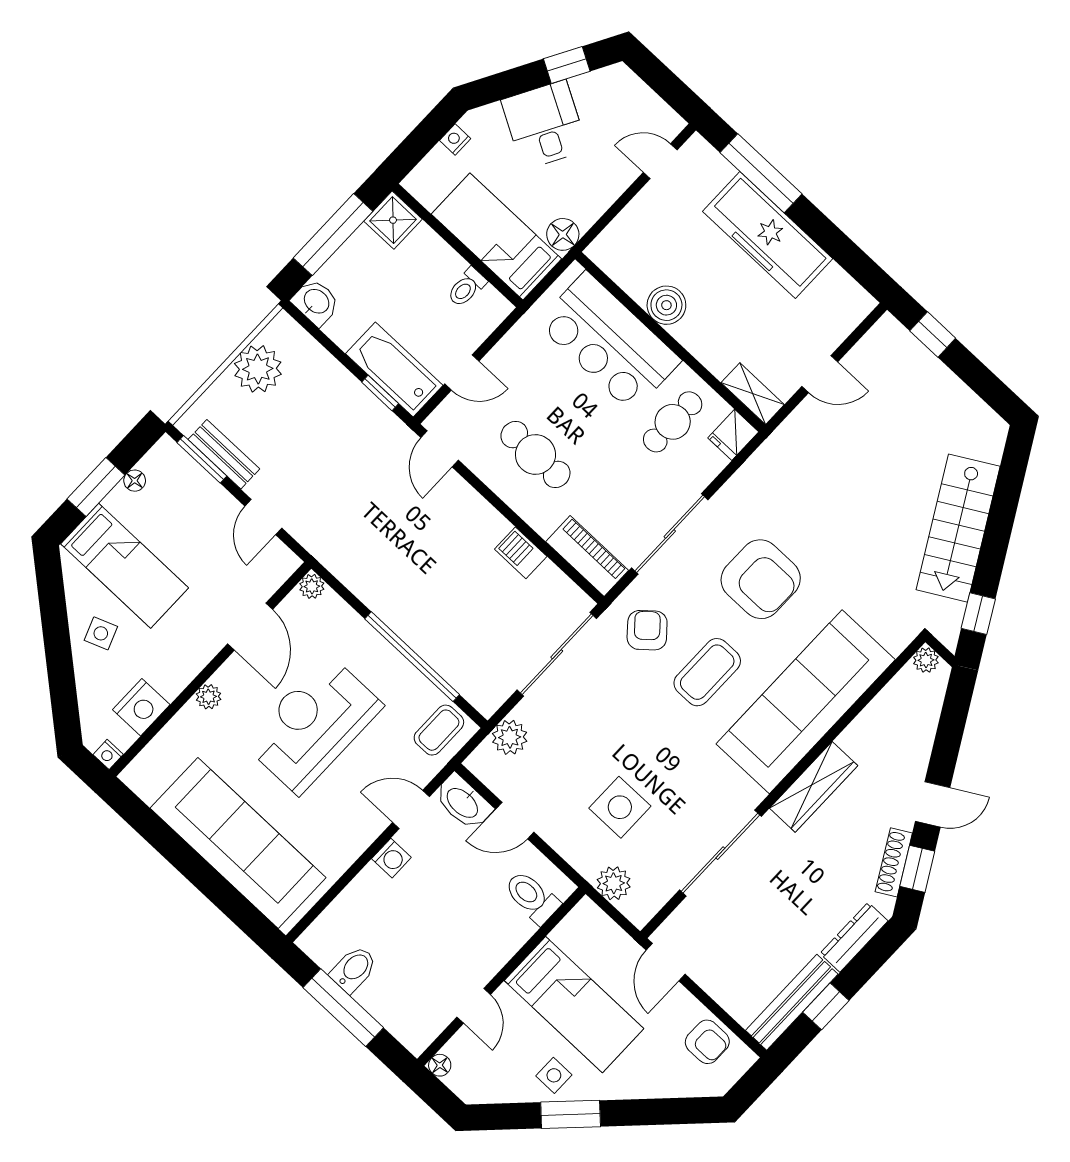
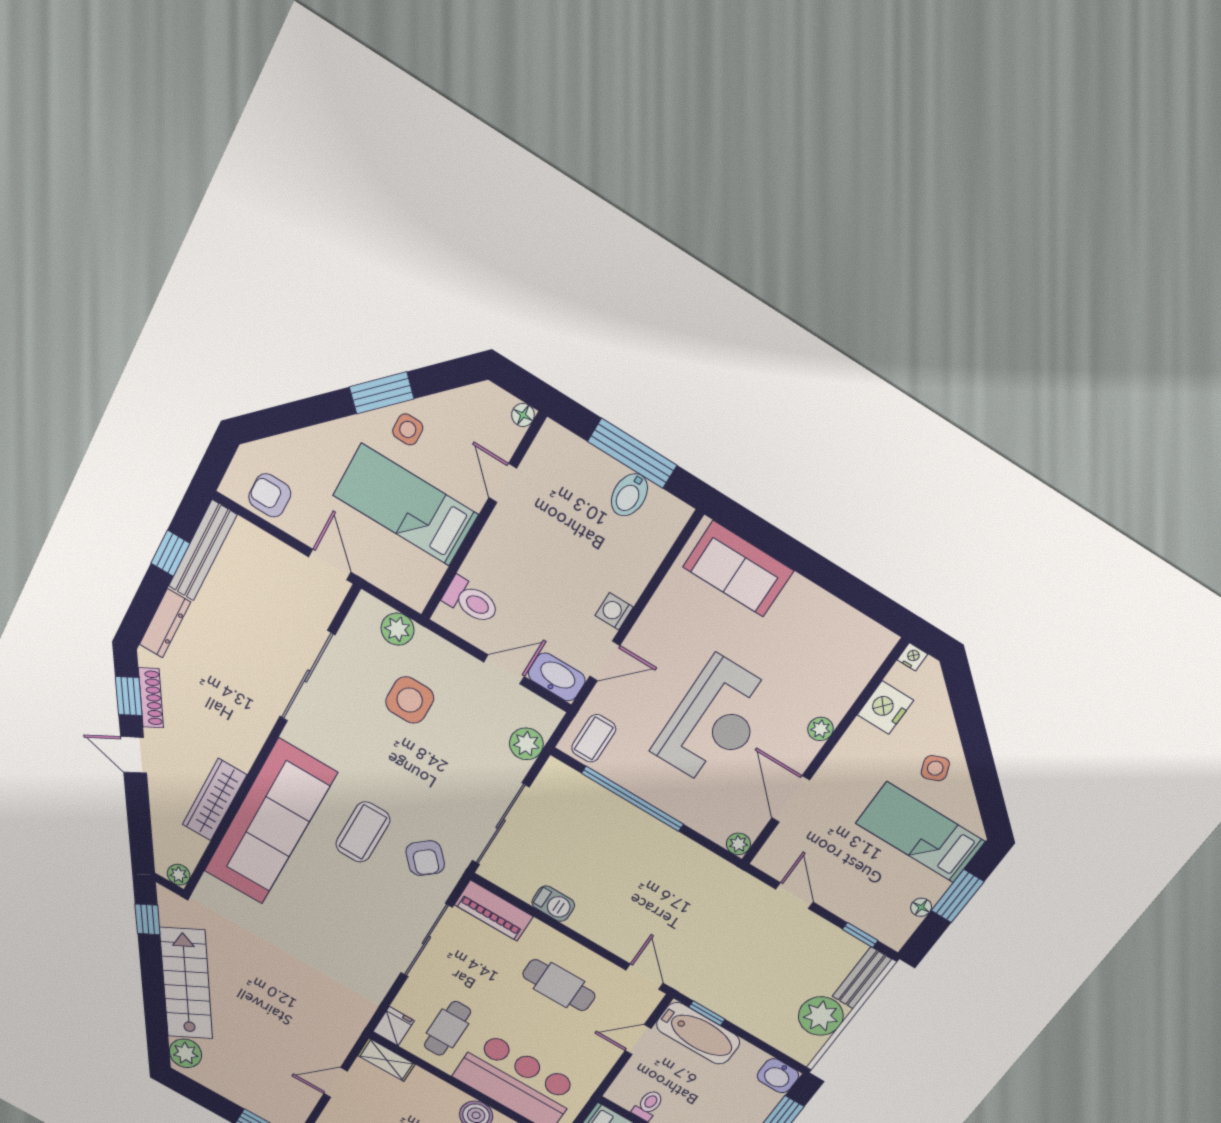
plant: (986, 440) -> (185, 1053), added
bench: (224, 454) -> (862, 978), moved, turned 90
window: (202, 459) -> (860, 935), width x0.67
armchair: (761, 579) -> (338, 917), removed
wardrobe: (814, 787) -> (215, 800), moved
door: (933, 804) -> (134, 755), hinge flipped
sofa: (238, 843) -> (738, 569), width x0.54, depth x0.79

